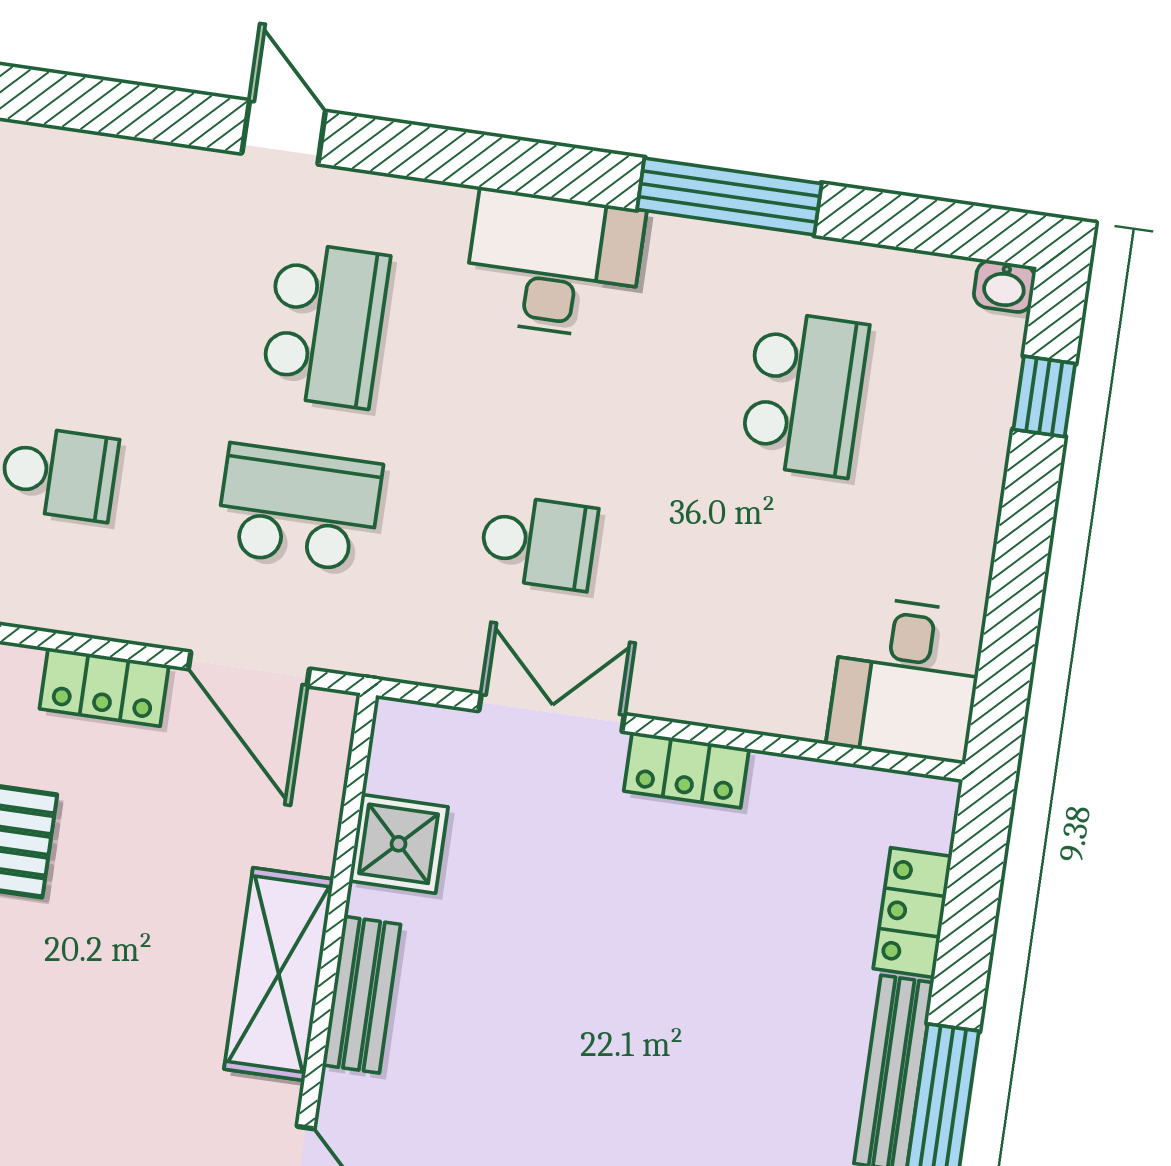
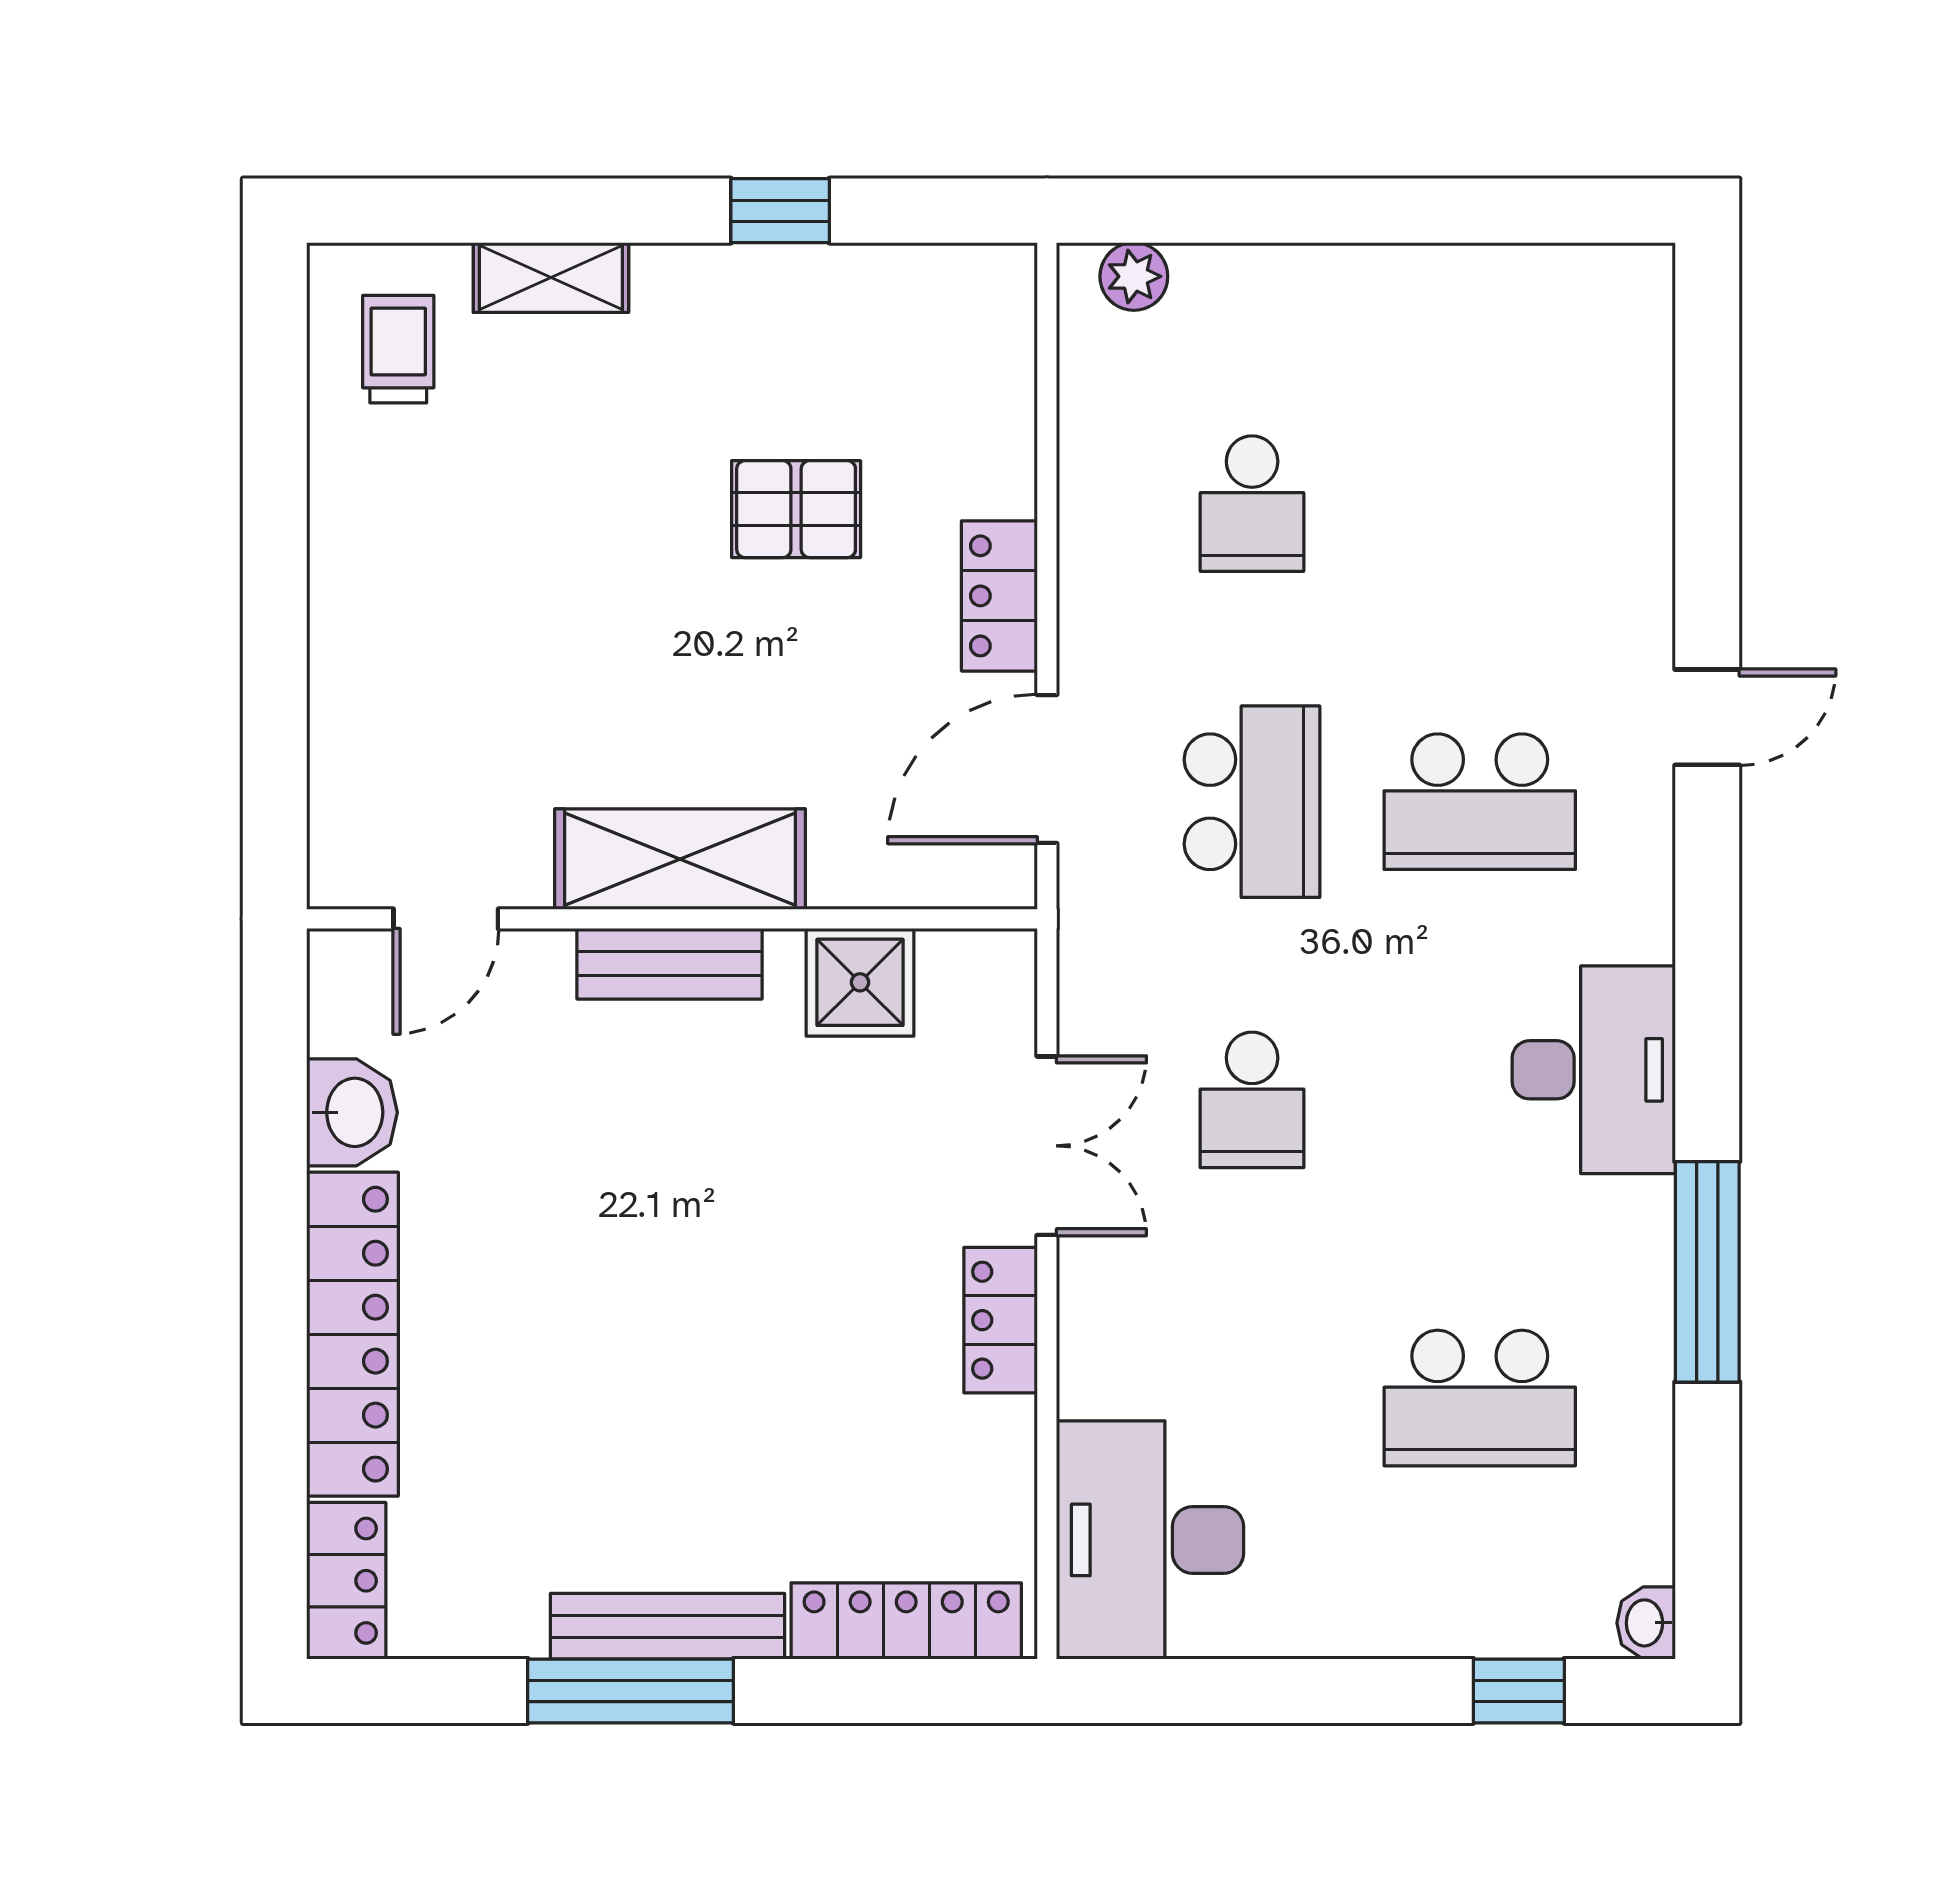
desk: (906, 679) -> (1150, 1540), width x1.37
locker: (912, 913) -> (906, 1621), width x1.53

